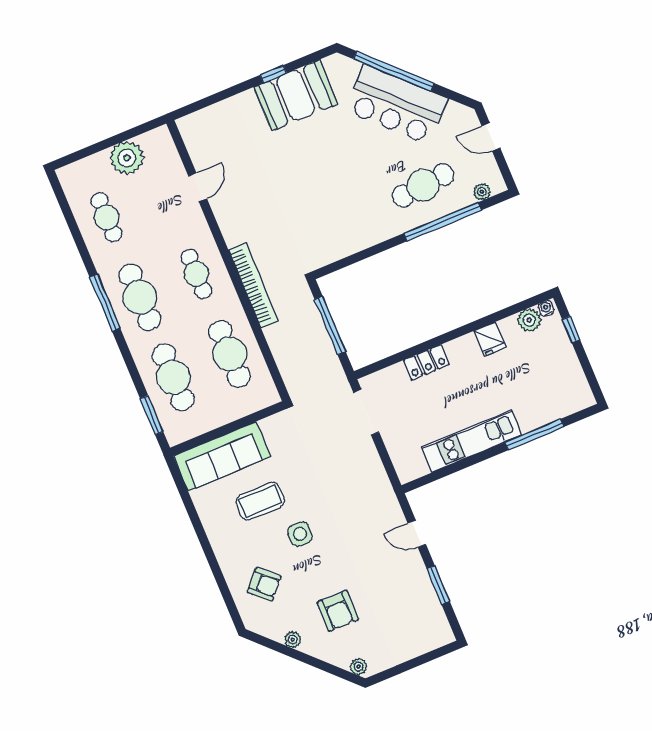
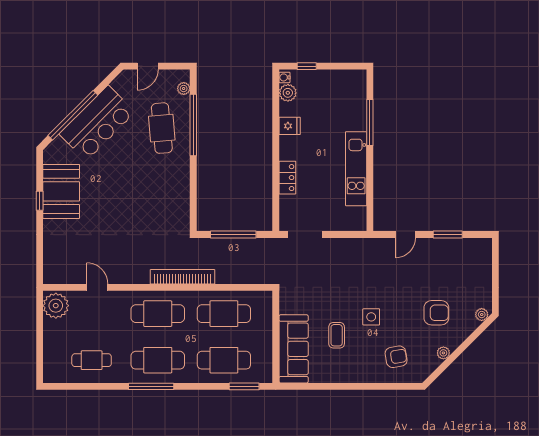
plant: (127, 158) -> (56, 306), moved
cafe table: (196, 274) -> (158, 314), width x1.37, depth x1.35
coffee table: (260, 501) -> (337, 335), width x0.73, depth x0.77
armchair: (264, 584) -> (396, 357), turned 37

